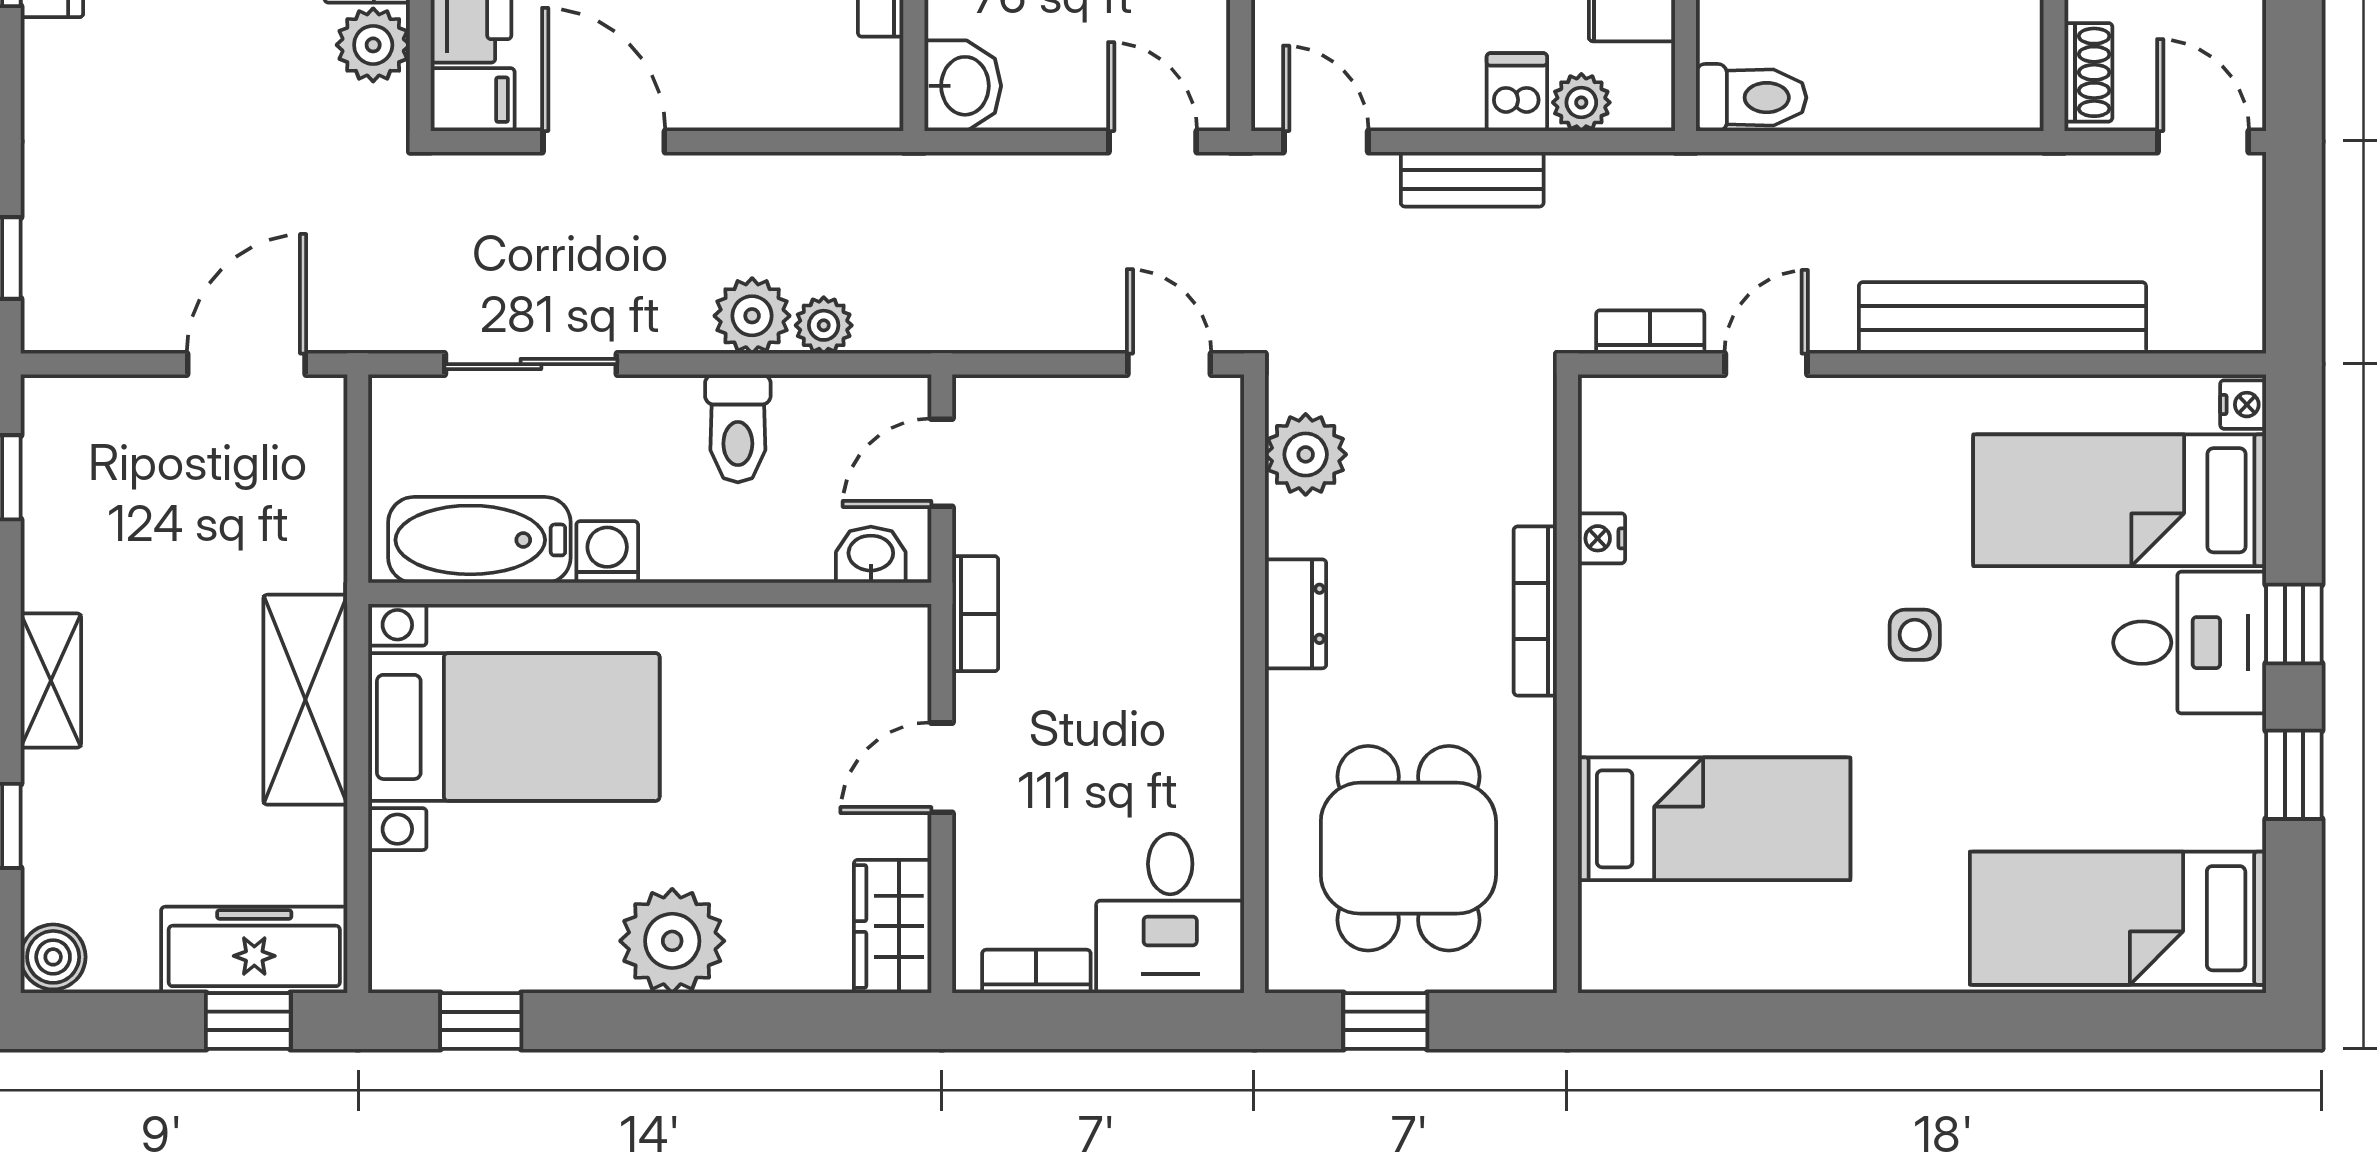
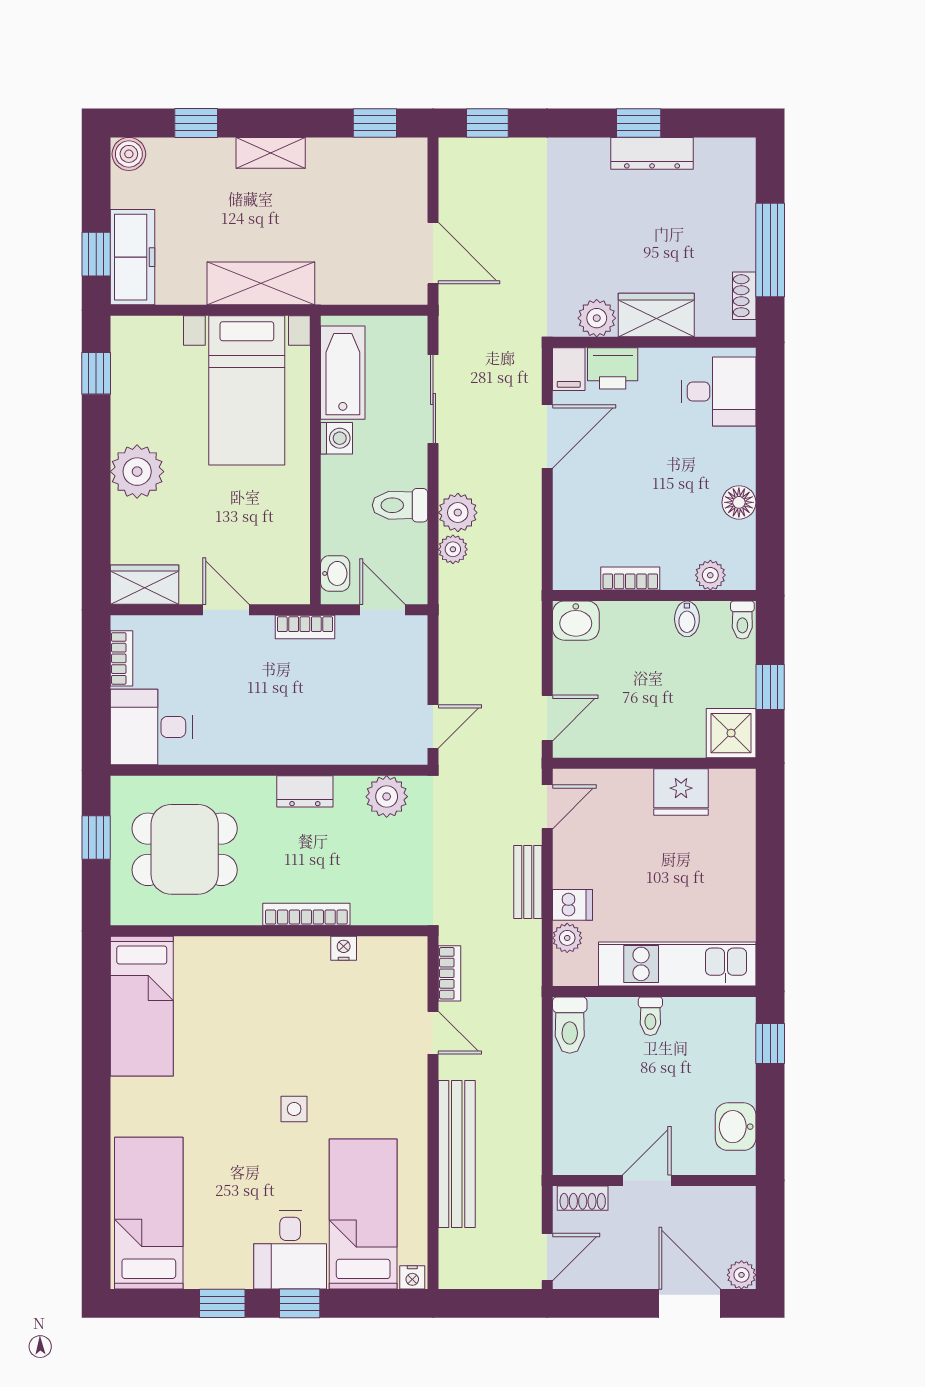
bed: (1714, 819) -> (142, 1006), moved

